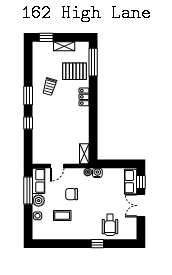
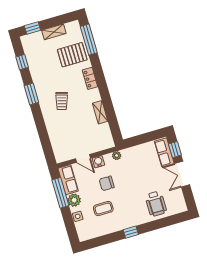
trolley: (50, 87) -> (62, 101), moved
window: (28, 123) -> (22, 62), moved
shelving: (84, 154) -> (100, 112), moved
door: (57, 166) -> (83, 158), hinge flipped
water cooler: (97, 173) -> (98, 162), moved
window: (97, 244) -> (131, 232), moved

